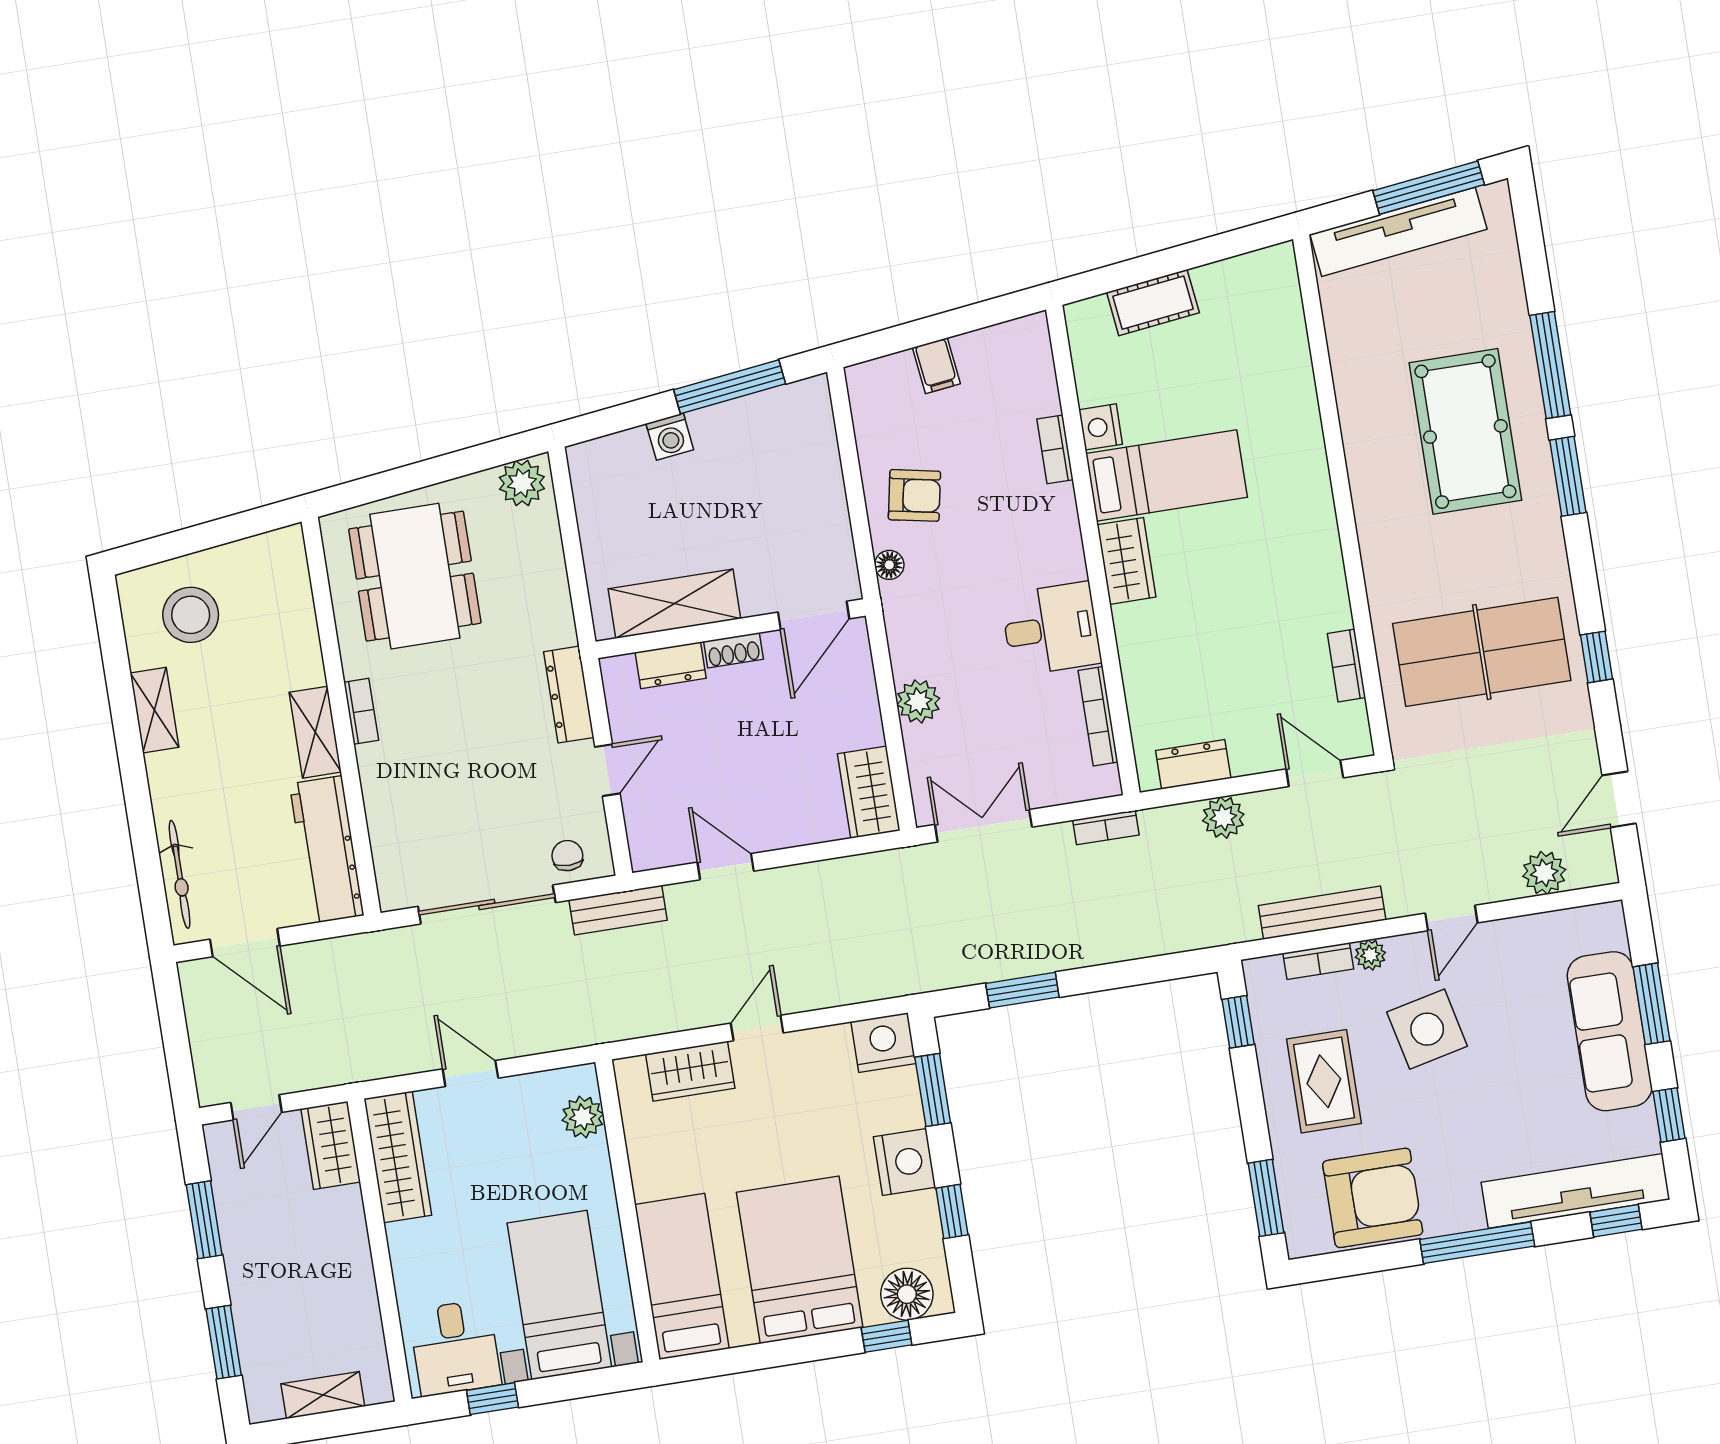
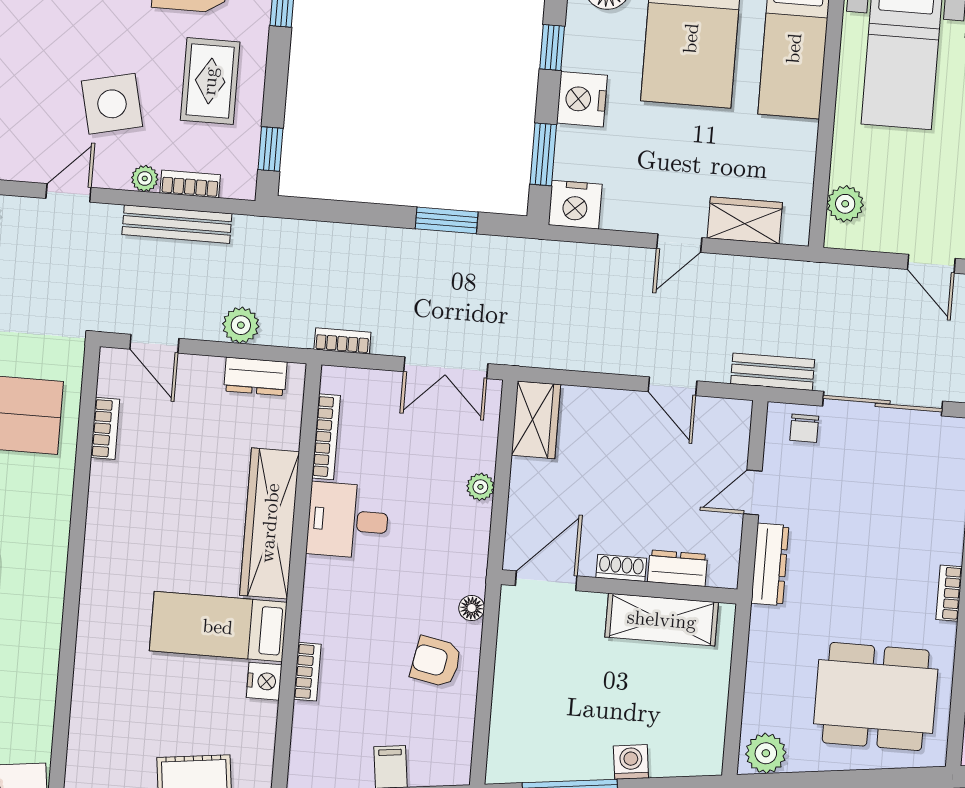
wardrobe: (1126, 561) -> (270, 523), width x2.10, depth x1.17
dining table: (415, 576) -> (876, 696), turned 90
plant: (918, 701) -> (480, 487), width x0.73, depth x0.73

